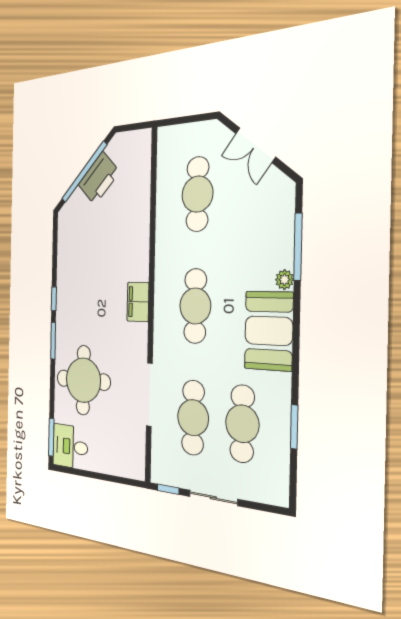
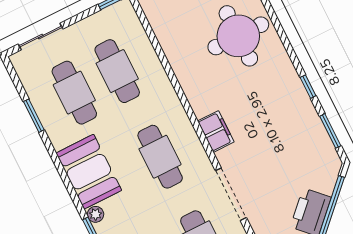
window: (53, 341) -> (330, 131), moved
doorway: (149, 395) -> (231, 194), moved
sliding door: (213, 498) -> (41, 37), moved

